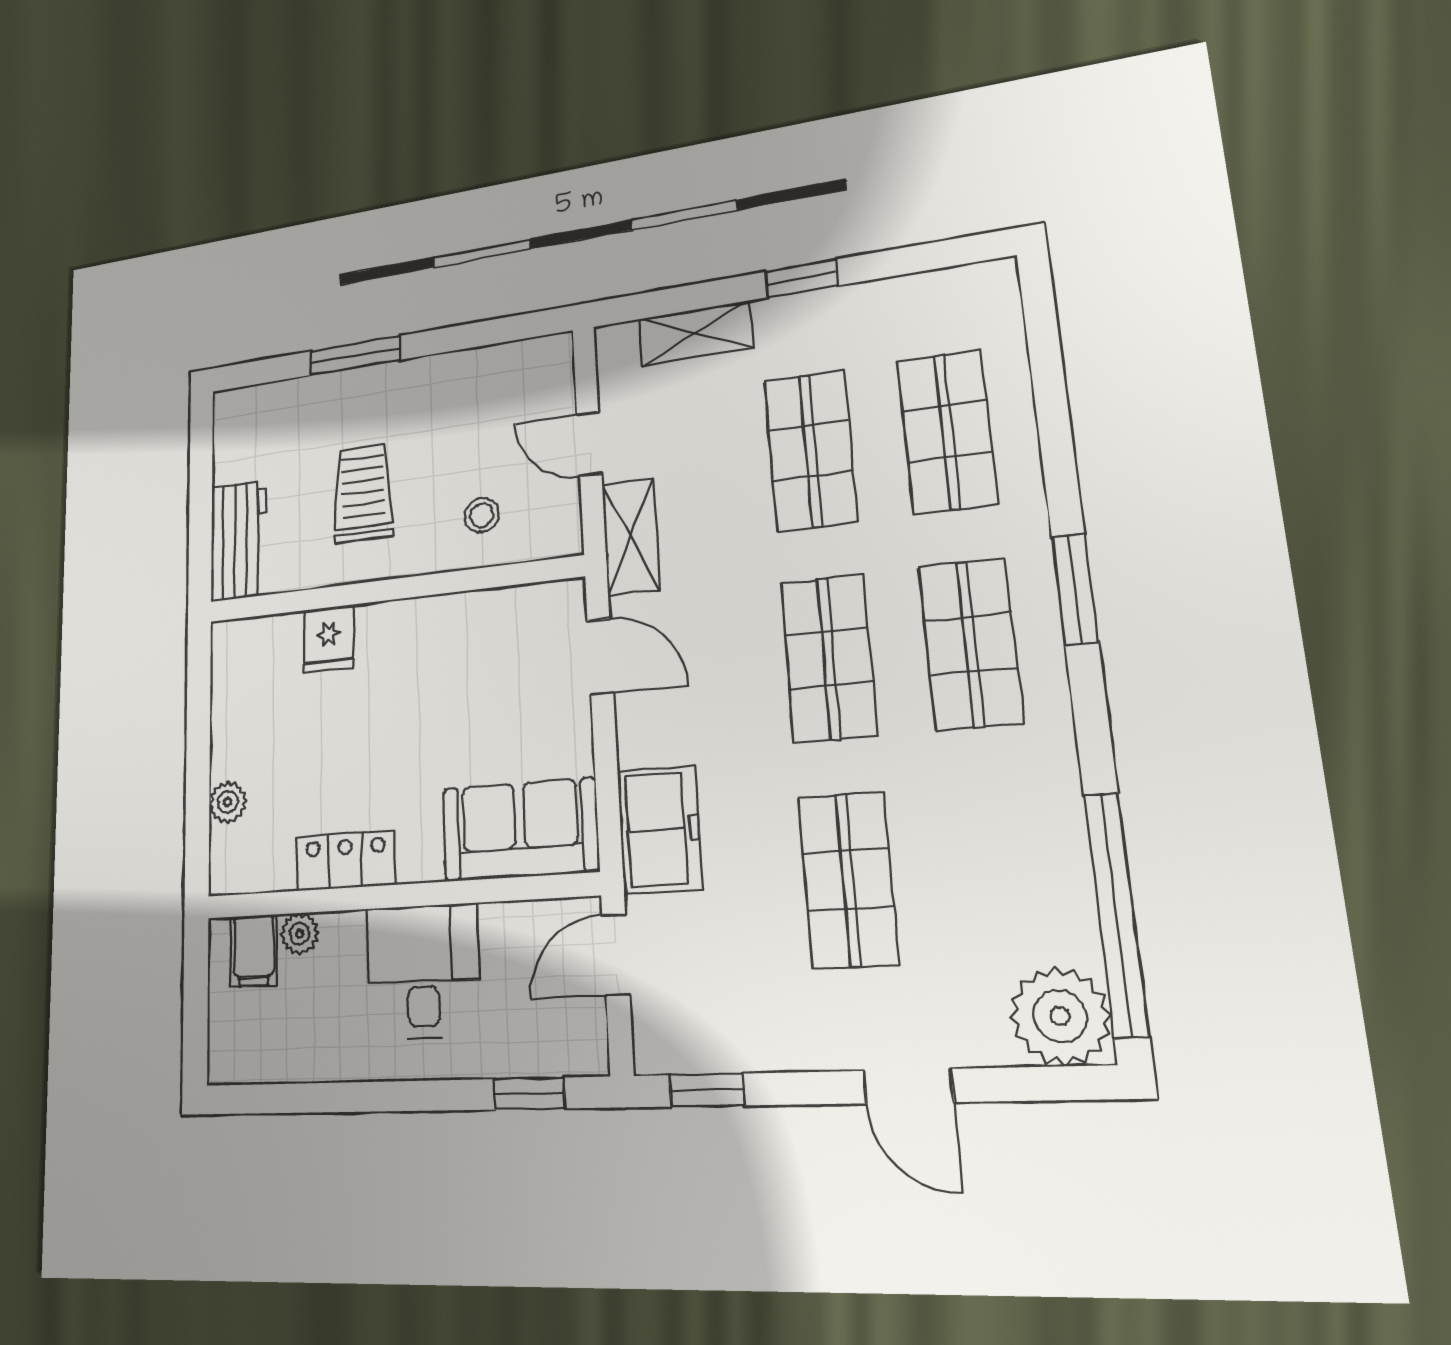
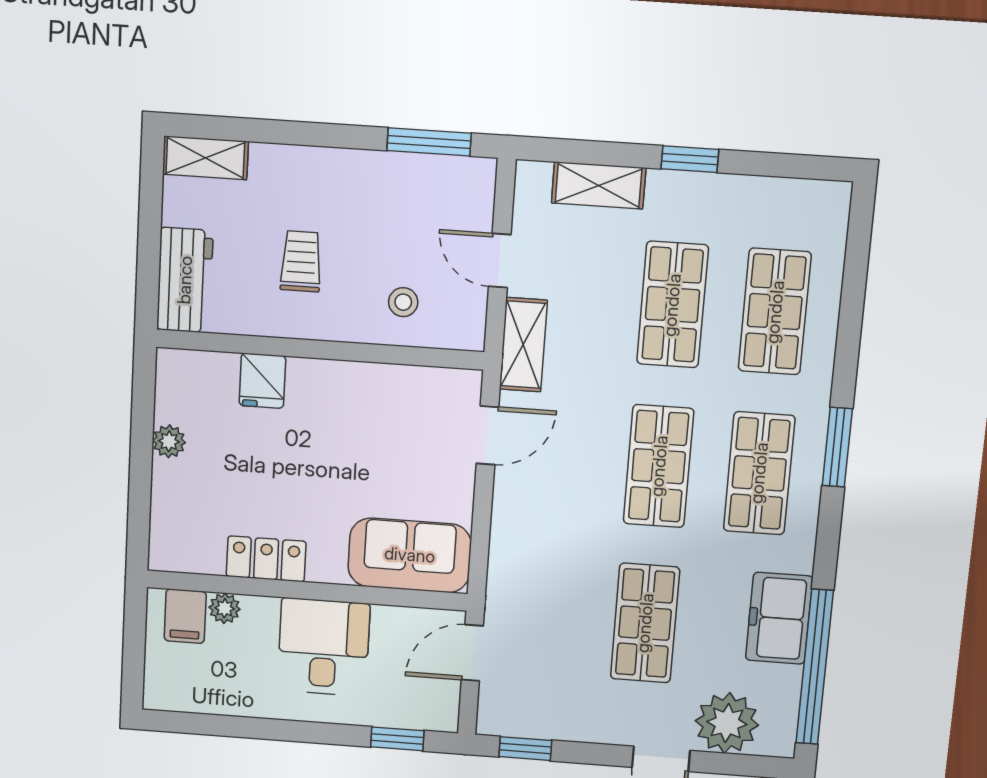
window: (355, 356) -> (429, 142), moved
shelving: (256, 405) -> (205, 158), added
trolley: (363, 493) -> (301, 261), width x0.73, depth x0.72
door: (600, 657) -> (487, 435), hinge flipped
plant: (228, 802) -> (169, 441), moved
freezer: (660, 829) -> (779, 618), moved, turned 180
plant: (1060, 1016) -> (727, 723), moved

